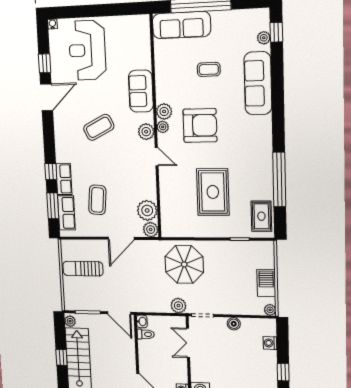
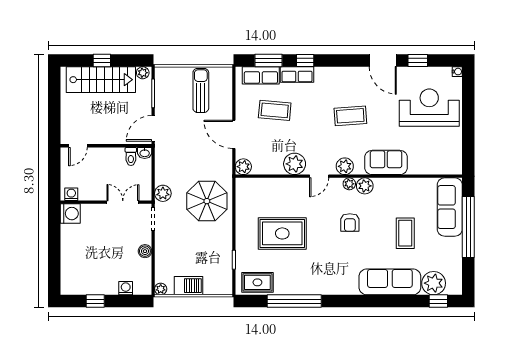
plant: (264, 38) -> (434, 283), width x1.88, depth x1.88
coffee table: (209, 69) -> (405, 233), width x1.36, depth x1.30
armchair: (200, 125) -> (350, 222), width x0.53, depth x0.53
coffee table: (99, 127) -> (350, 116), turned -67
plant: (147, 210) -> (295, 164), moved

